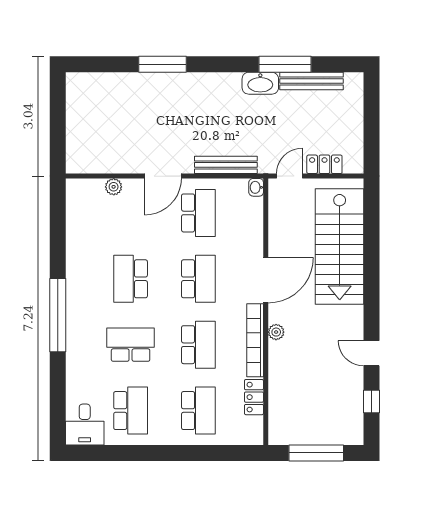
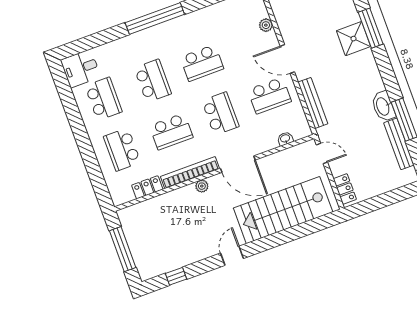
shower: (167, 89) -> (354, 39), added
locker: (324, 164) -> (345, 189), moved
washbasin: (256, 187) -> (285, 139), moved
school desk: (131, 279) -> (202, 63), turned 180
school desk: (198, 279) -> (220, 114), turned -90
door: (372, 353) -> (232, 256), moved
school desk: (131, 411) -> (104, 99), turned -90
school desk: (198, 411) -> (122, 149), turned 90

